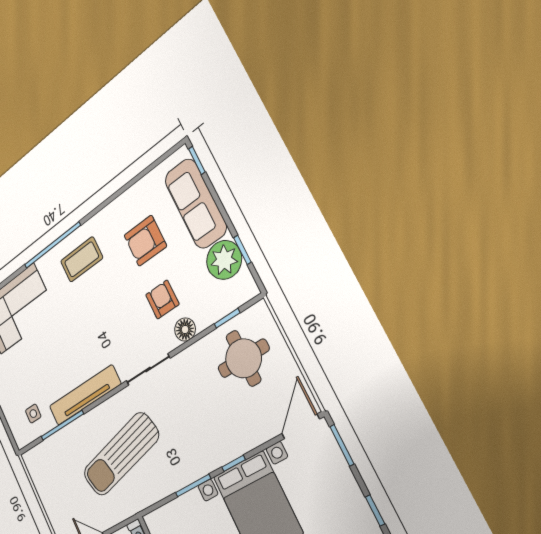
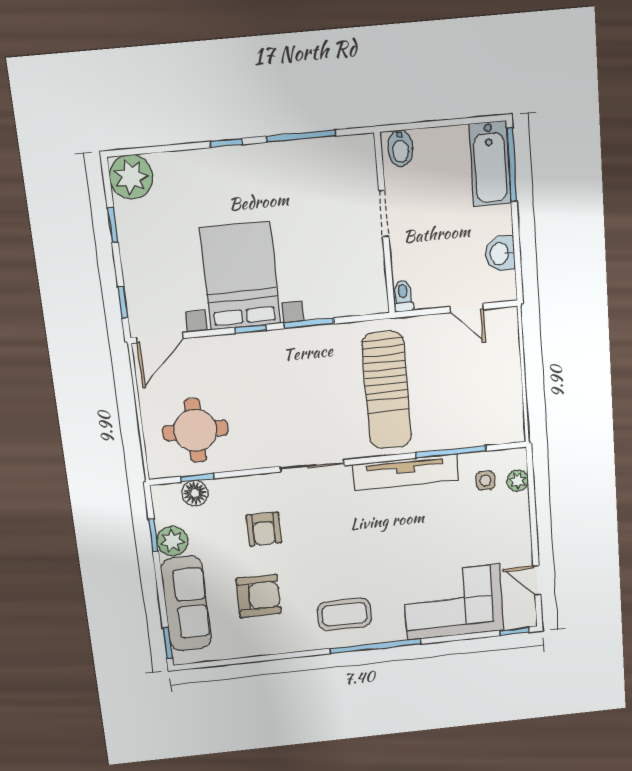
plant: (224, 260) -> (172, 541), width x0.73, depth x0.73
floor lamp: (185, 329) -> (195, 493), moved
plant: (14, 423) -> (518, 481), added
window: (342, 445) -> (123, 302), width x0.67
sun lounger: (121, 454) -> (387, 390), turned 104

